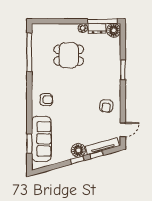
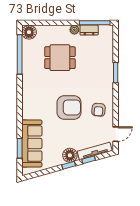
floor lamp: (114, 30) -> (29, 32), moved
armchair: (46, 100) -> (69, 107), moved, width x1.88, depth x1.88

